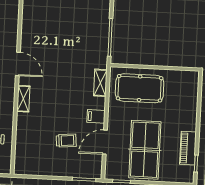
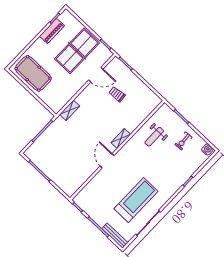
pool table: (140, 88) -> (33, 73), moved
filing cabinet: (96, 116) -> (88, 93), removed

